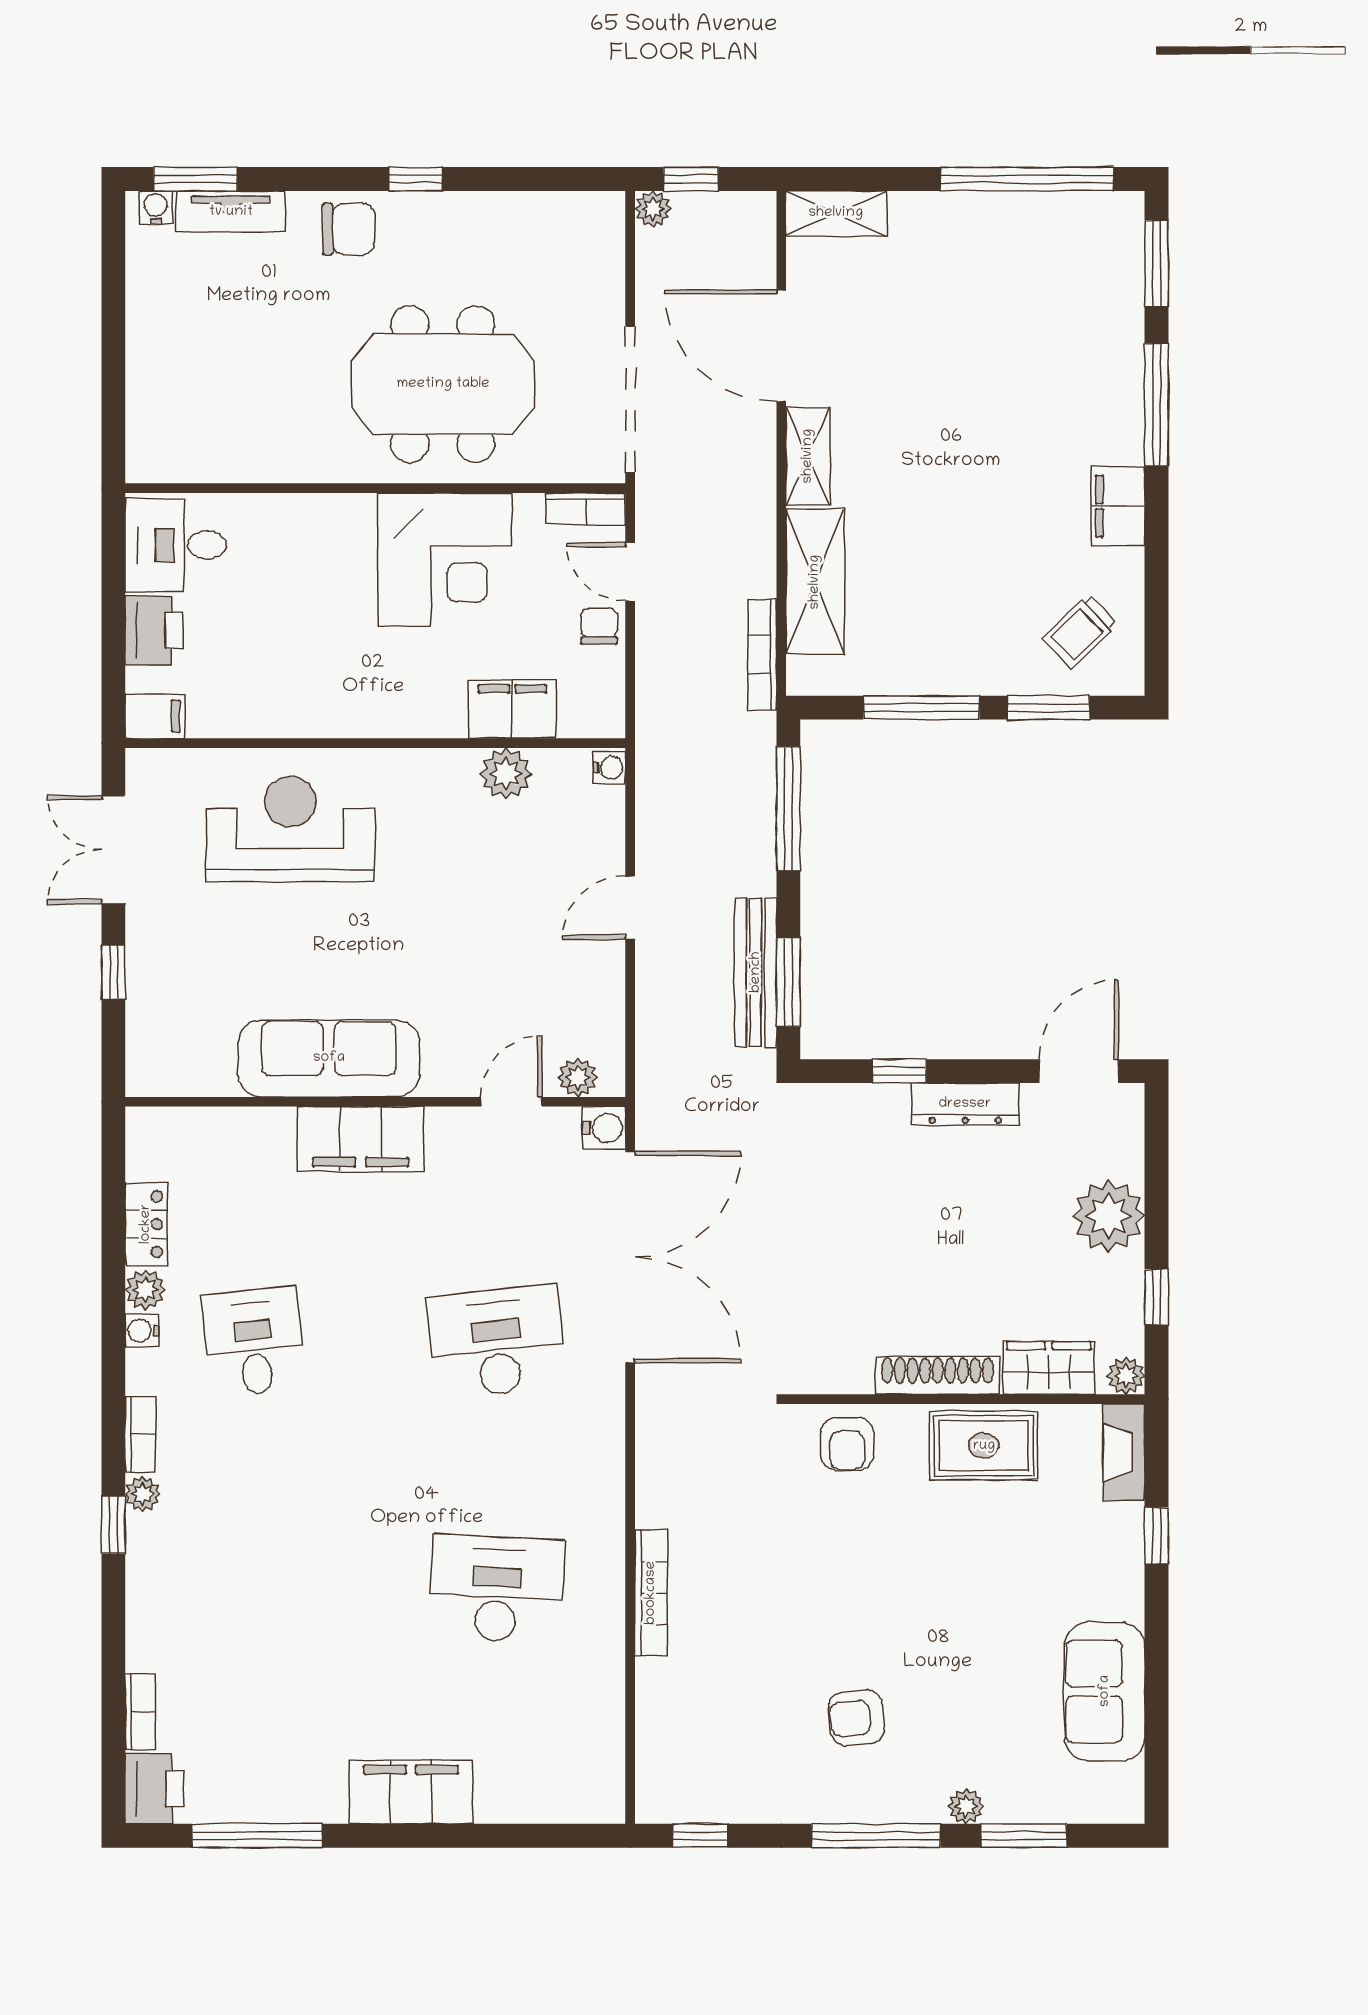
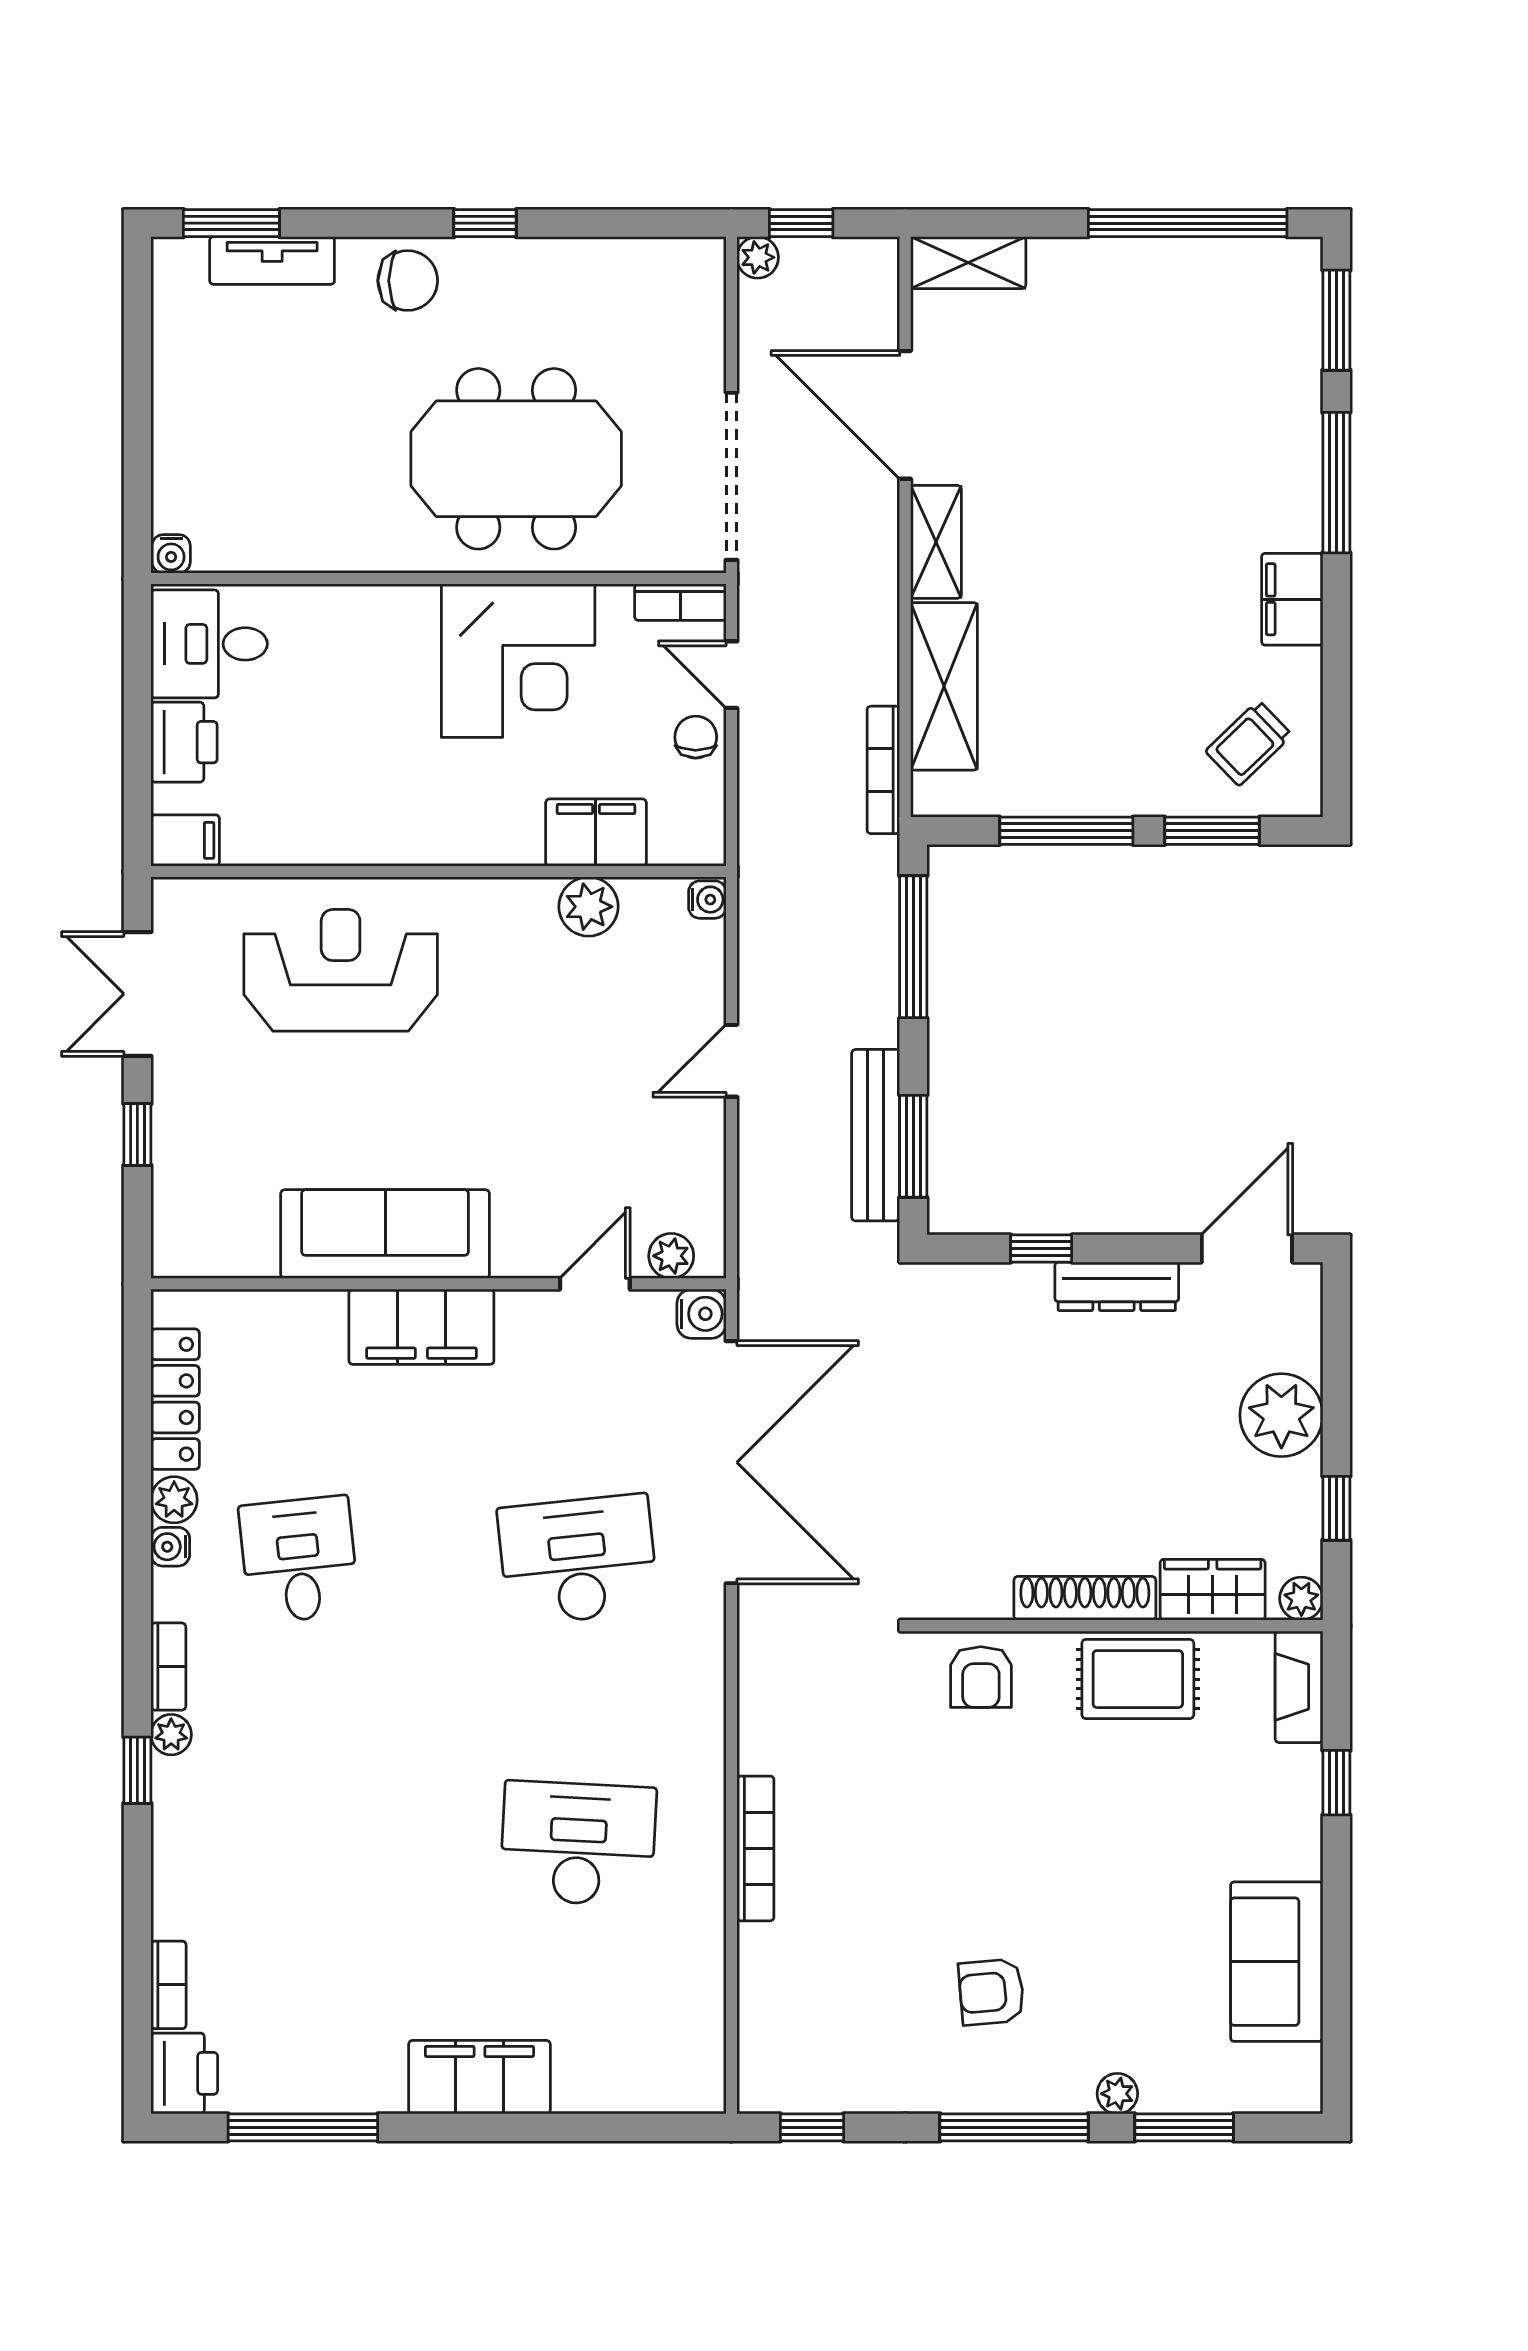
water cooler: (156, 208) -> (171, 554), moved, turned 180
locker: (146, 1224) -> (175, 1399), width x1.53

